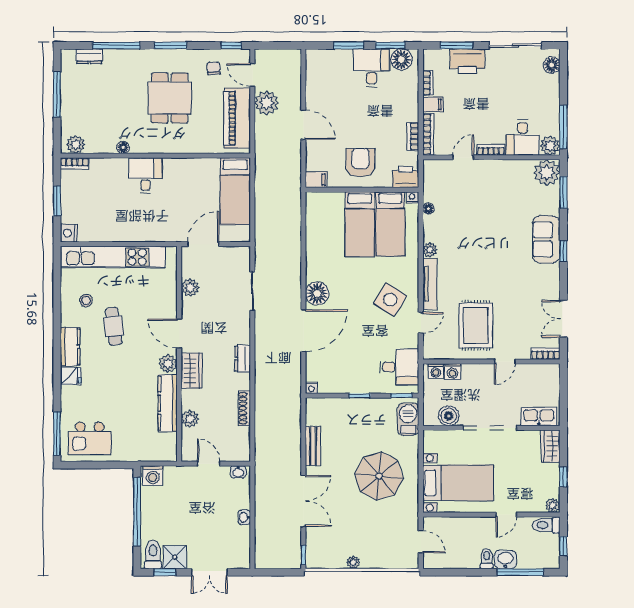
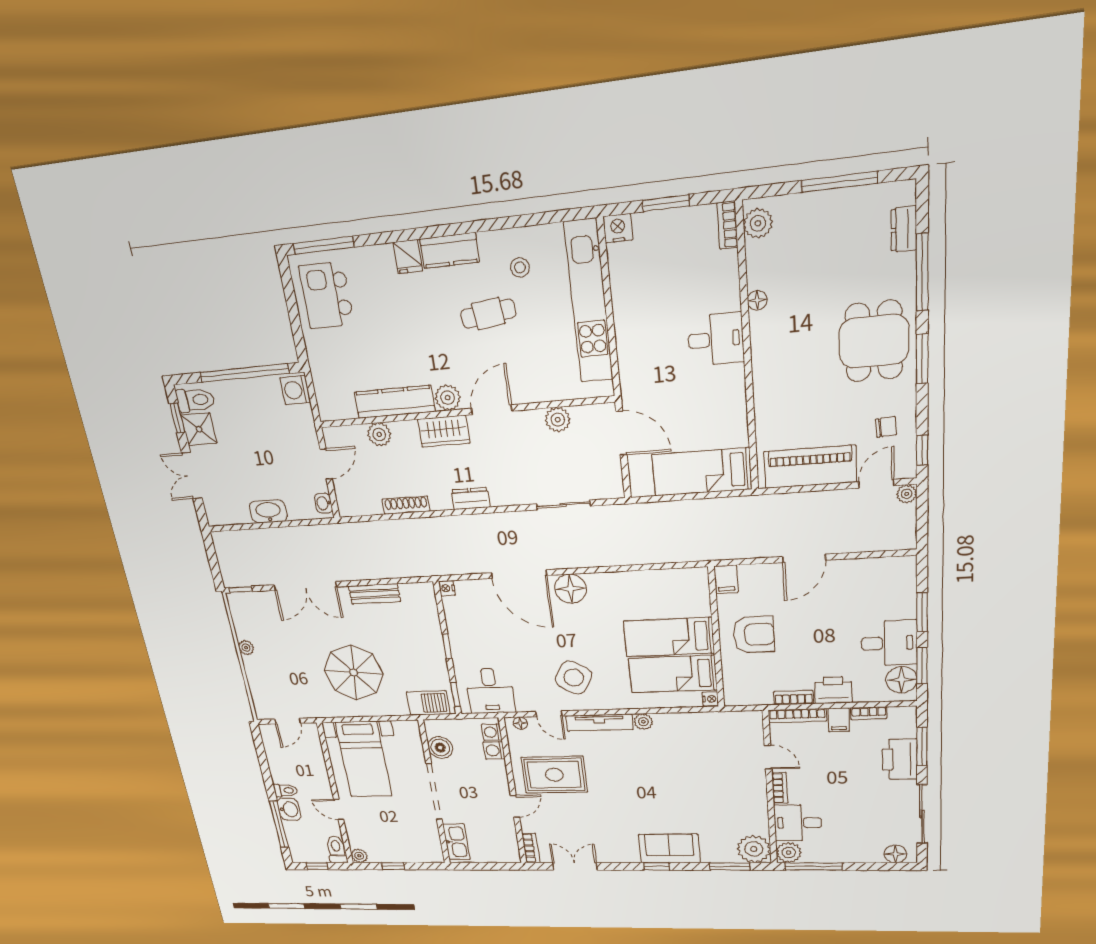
dining table: (170, 98) -> (874, 341), moved, turned 90
plant: (267, 103) -> (907, 494), moved, width x0.53, depth x0.53
printer: (406, 177) -> (833, 690), moved, turned -90
floor lamp: (428, 209) -> (520, 723), moved
door: (505, 362) -> (515, 806), swing flipped
wardrobe: (551, 446) -> (425, 853), removed
washbasin: (244, 517) -> (268, 511), width x1.91, depth x1.45

